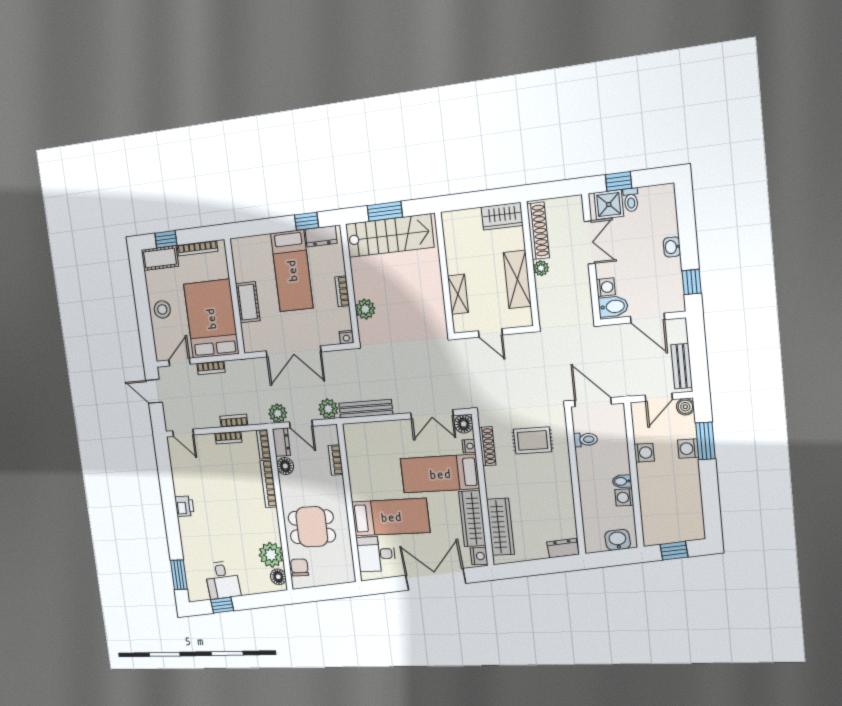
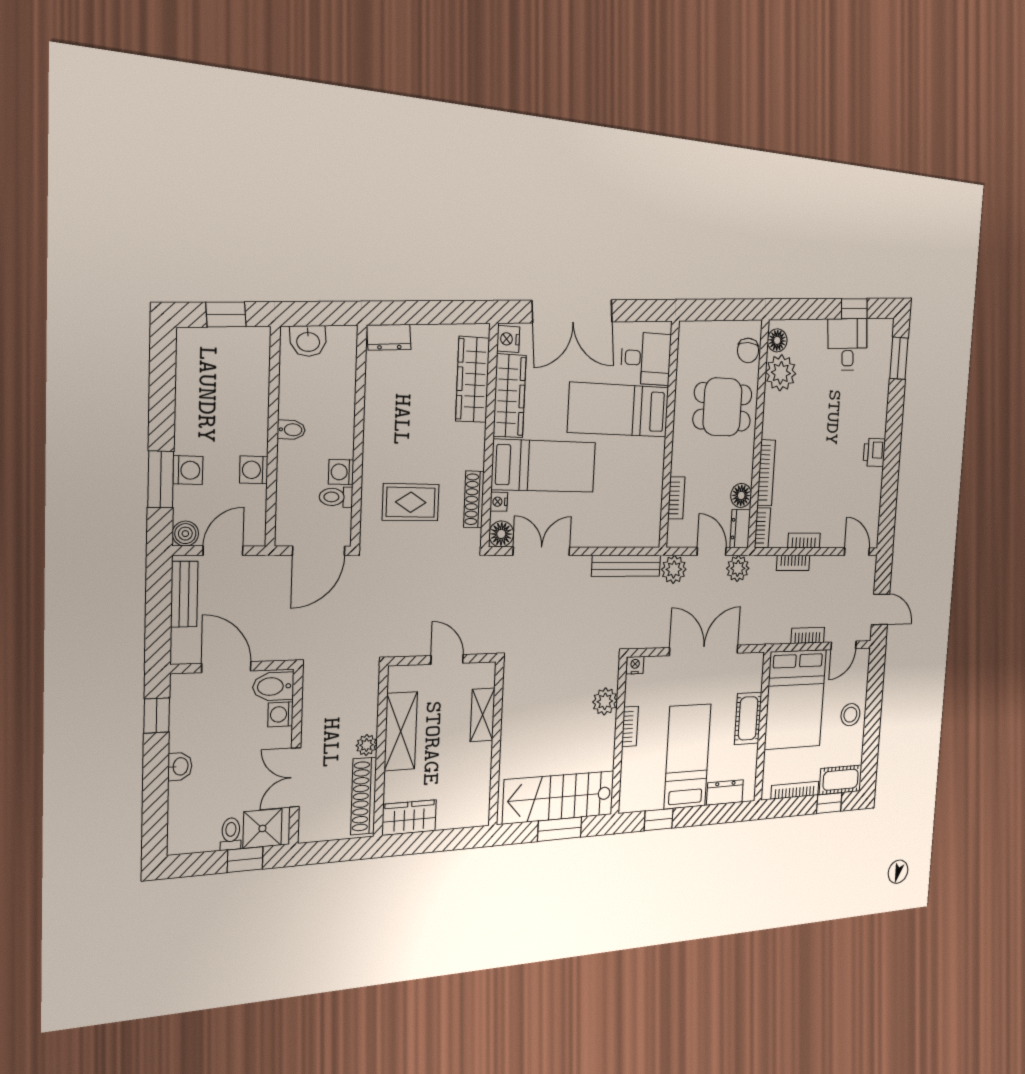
dresser: (321, 236) -> (725, 792), moved
door: (593, 402) -> (319, 551), hinge flipped
washing machine: (624, 497) -> (341, 472), moved, turned 180

